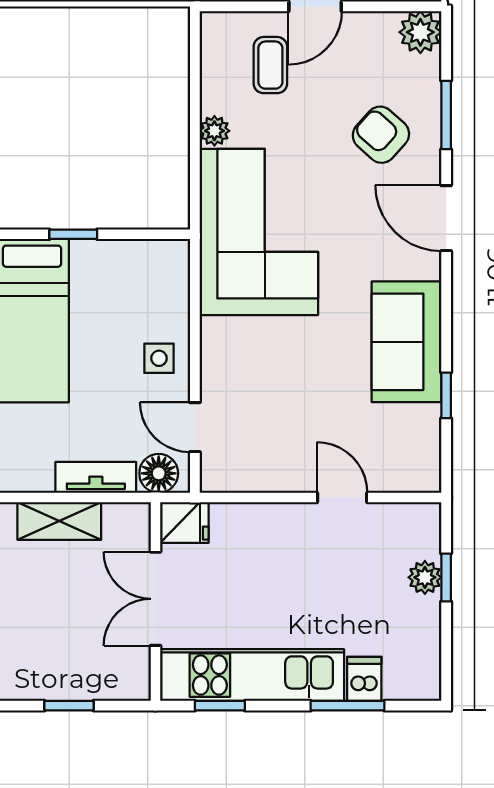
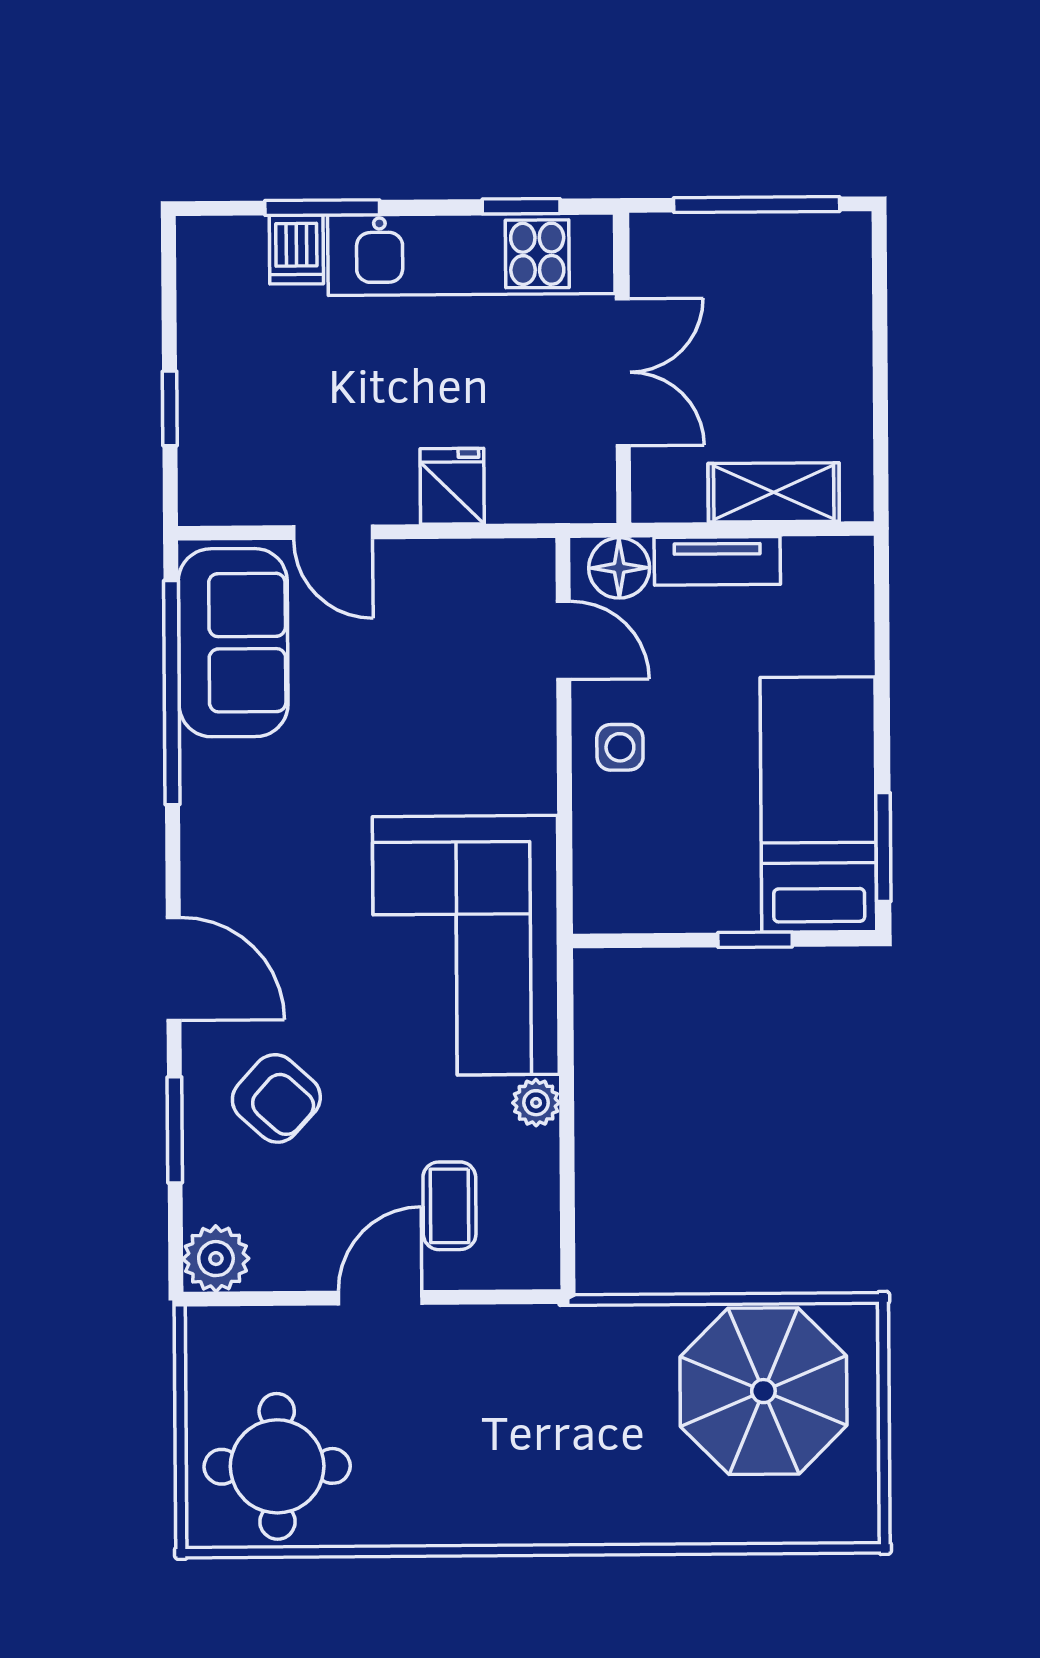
sofa: (407, 342) -> (233, 643), moved
window: (446, 395) -> (172, 693), width x3.17
fridge: (184, 523) -> (452, 486), moved, turned 90
plant: (425, 577) -> (203, 408), removed
window: (69, 706) -> (757, 205), width x2.17

